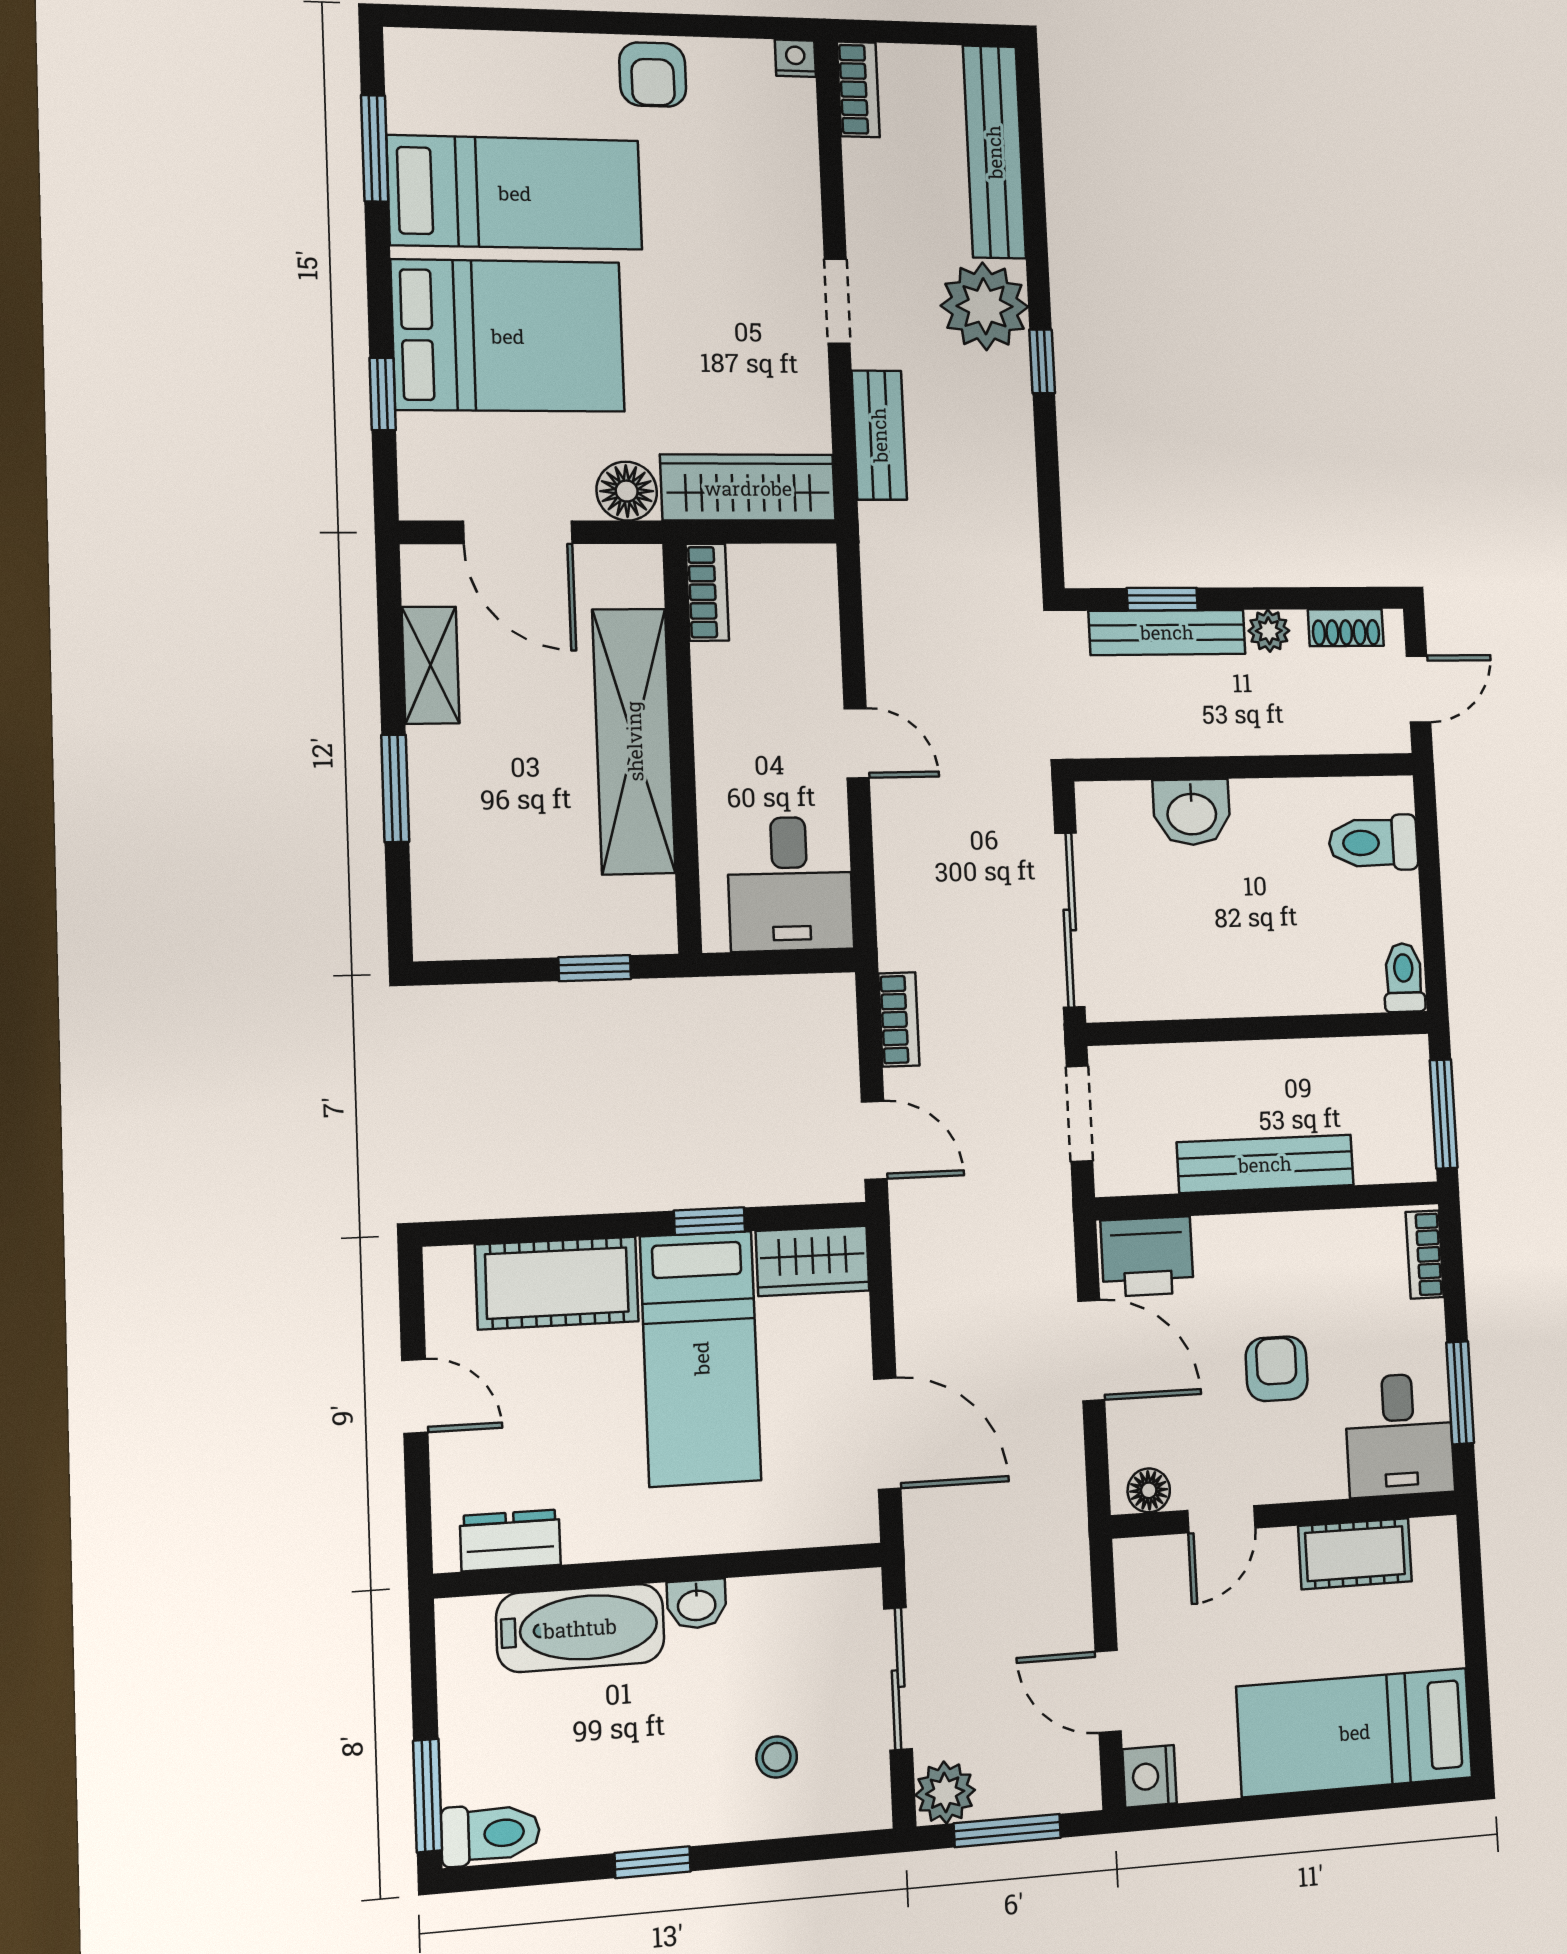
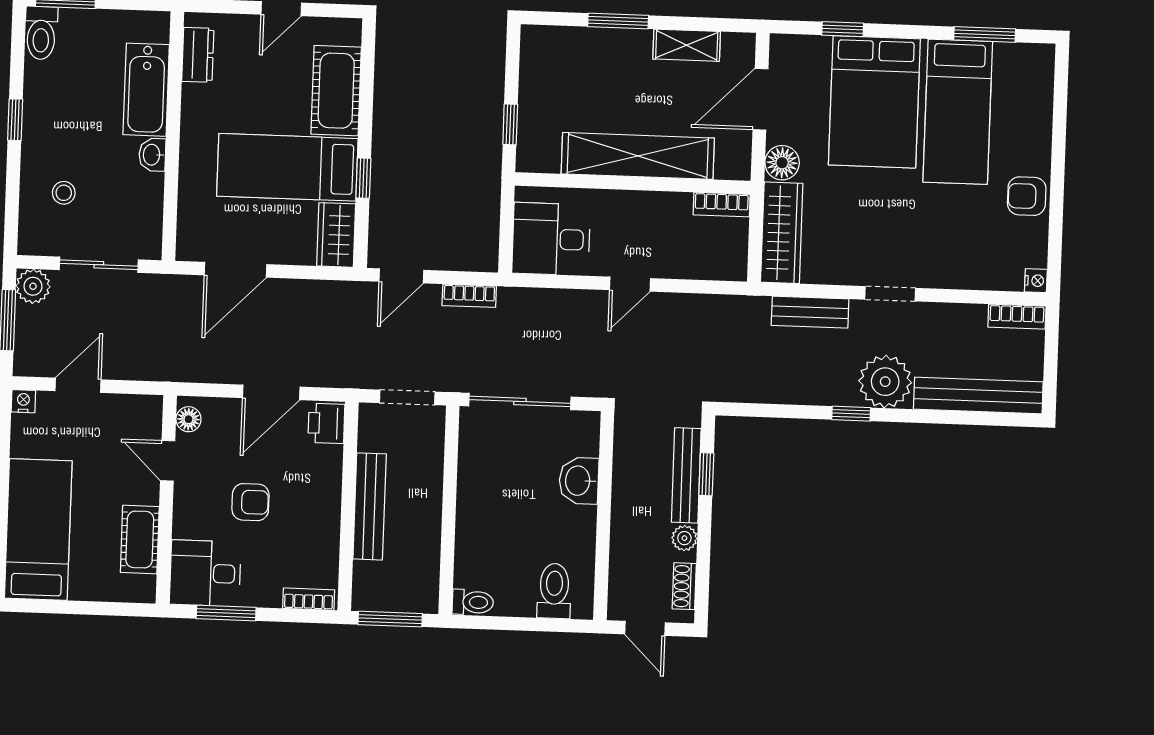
printer: (1147, 1257) -> (326, 423), width x0.73, depth x0.81
nightstand: (1150, 1776) -> (23, 401), width x0.72, depth x0.74

